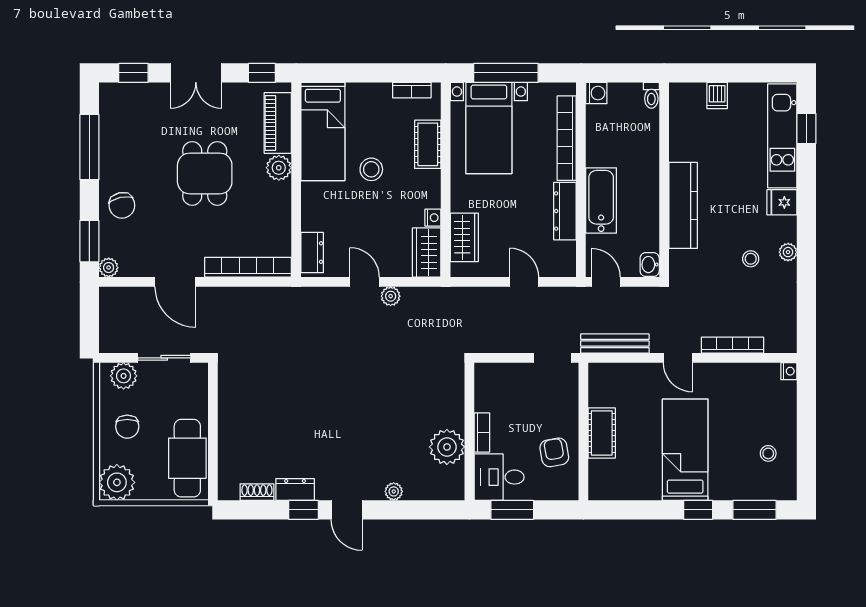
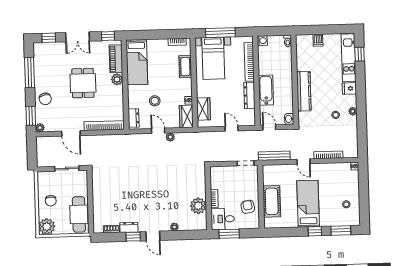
stool: (371, 169) -> (155, 101), moved
plant: (124, 376) -> (48, 177), removed
cot: (602, 433) -> (272, 201), width x1.37, depth x1.34

